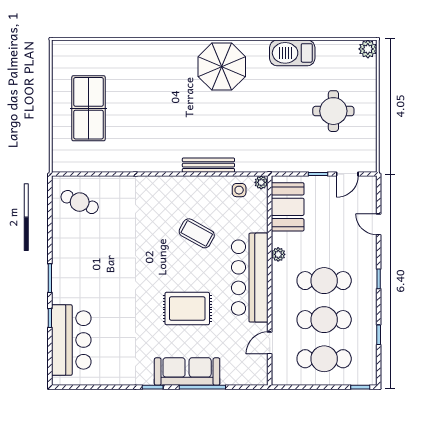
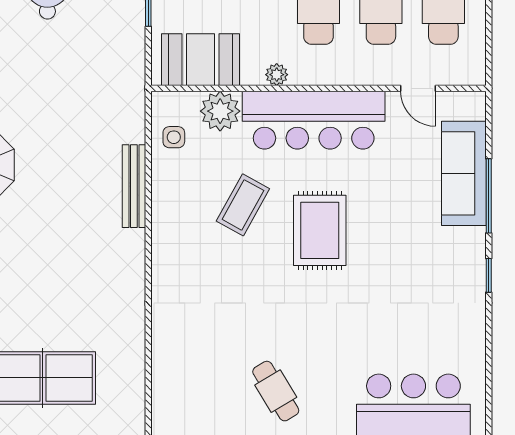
plant: (261, 182) -> (220, 111), moved, width x1.88, depth x1.88
cafe table: (80, 202) -> (276, 391), moved, turned -54
rug: (187, 308) -> (320, 230), moved
sofa: (187, 372) -> (464, 173), moved

